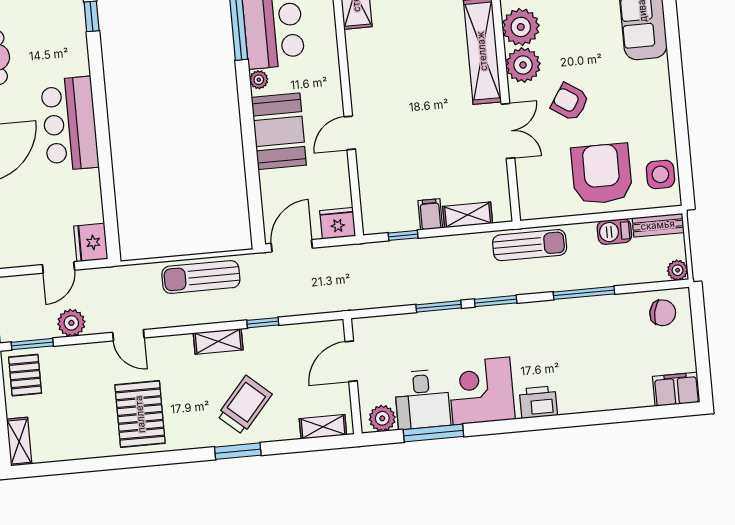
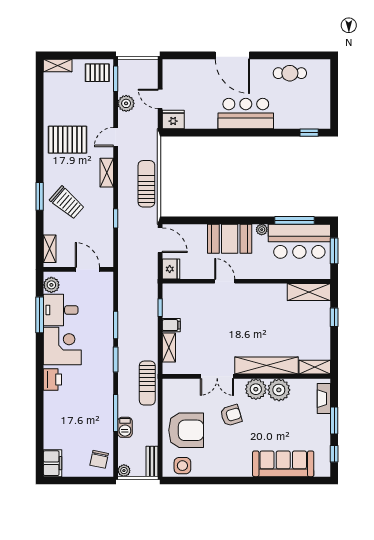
armchair: (570, 102) -> (231, 415), turned 40
barbecue: (614, 232) -> (125, 427), moved, turned 180
shelving: (218, 341) -> (107, 173), moved

